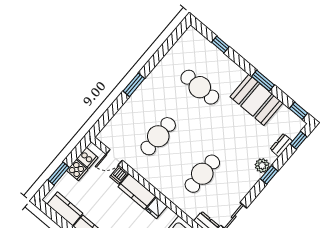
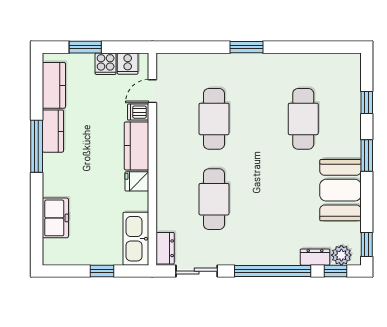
window: (263, 81) -> (367, 155), moved
cafe table: (158, 136) -> (214, 119), turned 90
door: (114, 157) -> (152, 91), hinge flipped
plant: (262, 166) -> (341, 255), moved
cafe table: (202, 174) -> (214, 199), turned 90
window: (269, 175) -> (273, 271), width x3.17

